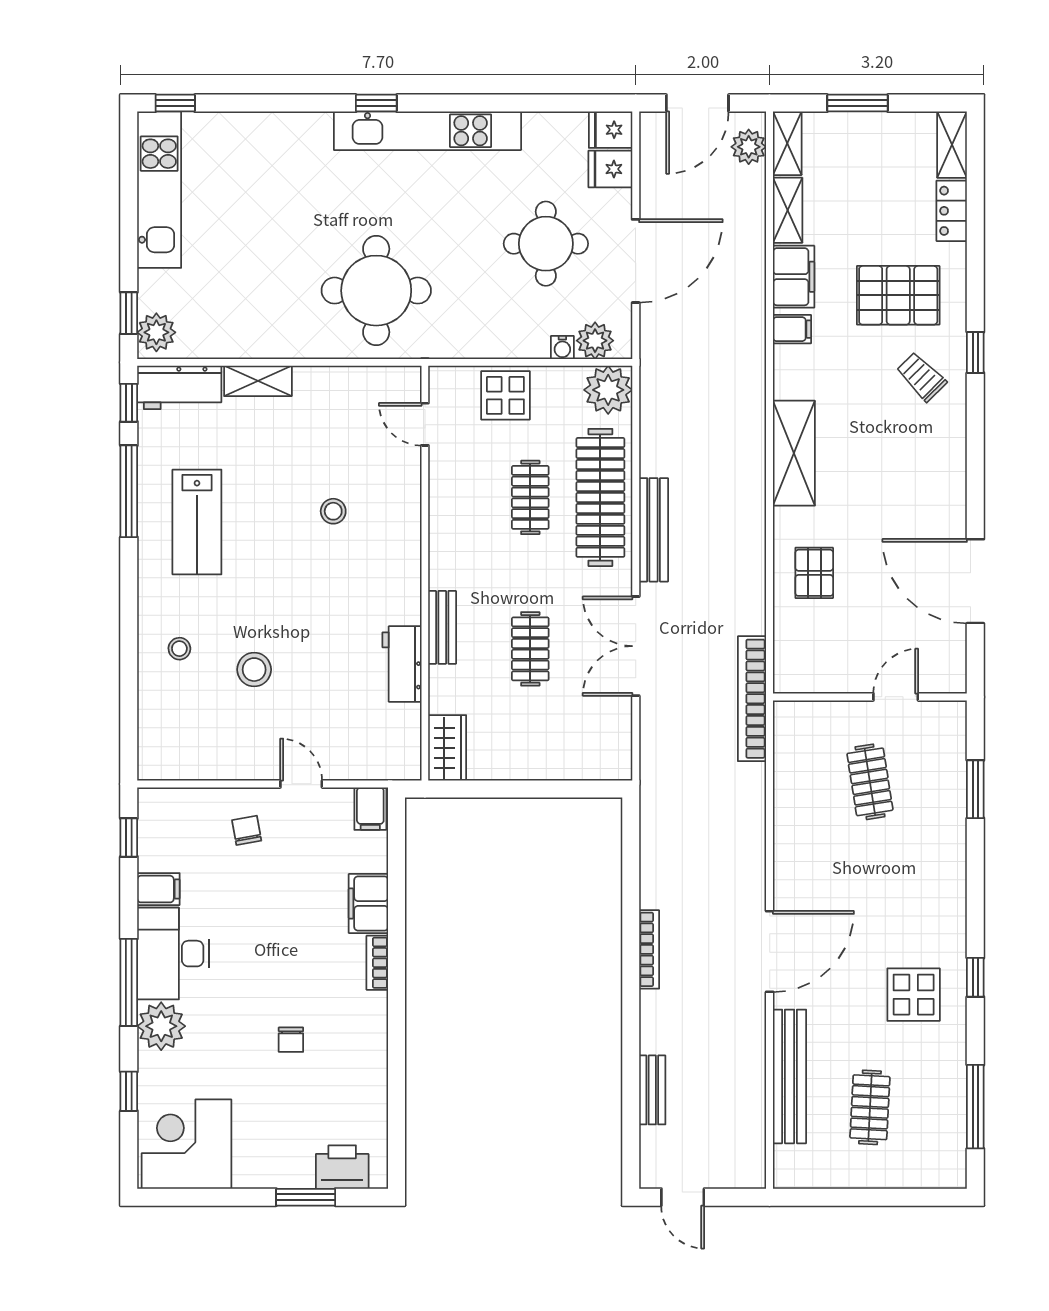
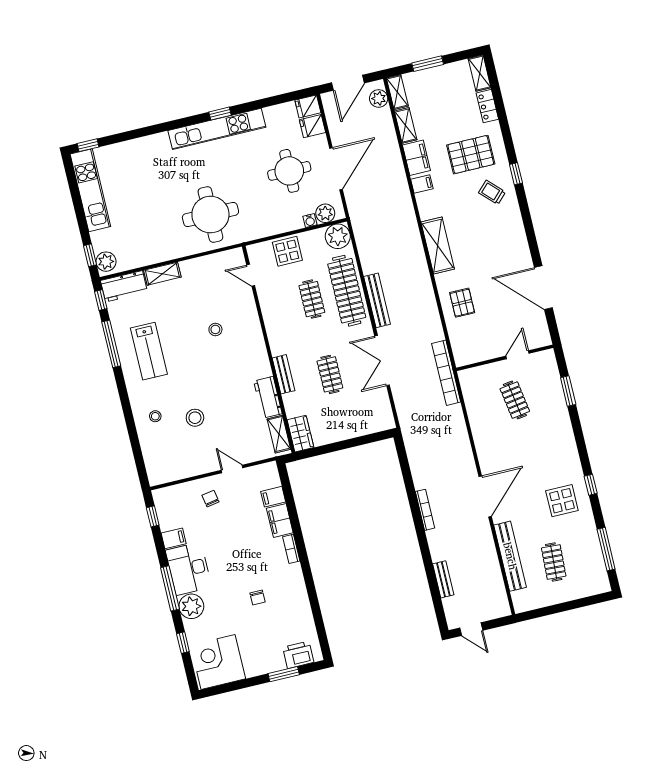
window: (376, 103) -> (220, 114), moved
shelving: (406, 739) -> (279, 434), added
filing cabinet: (370, 809) -> (273, 497), moved, turned 90

